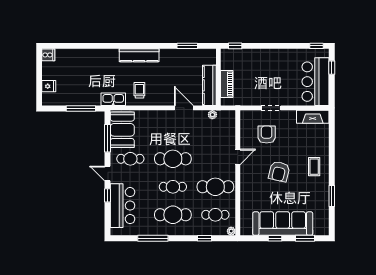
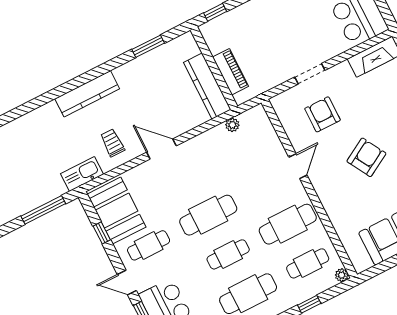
door: (184, 108) -> (161, 149), moved
window: (107, 138) -> (102, 233), width x0.46
armchair: (279, 172) -> (366, 157), turned -133

